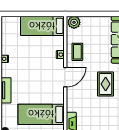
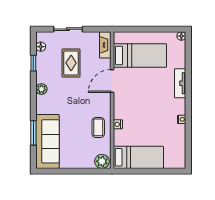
door: (65, 77) -> (112, 81), moved
rug: (106, 84) -> (71, 63), moved

